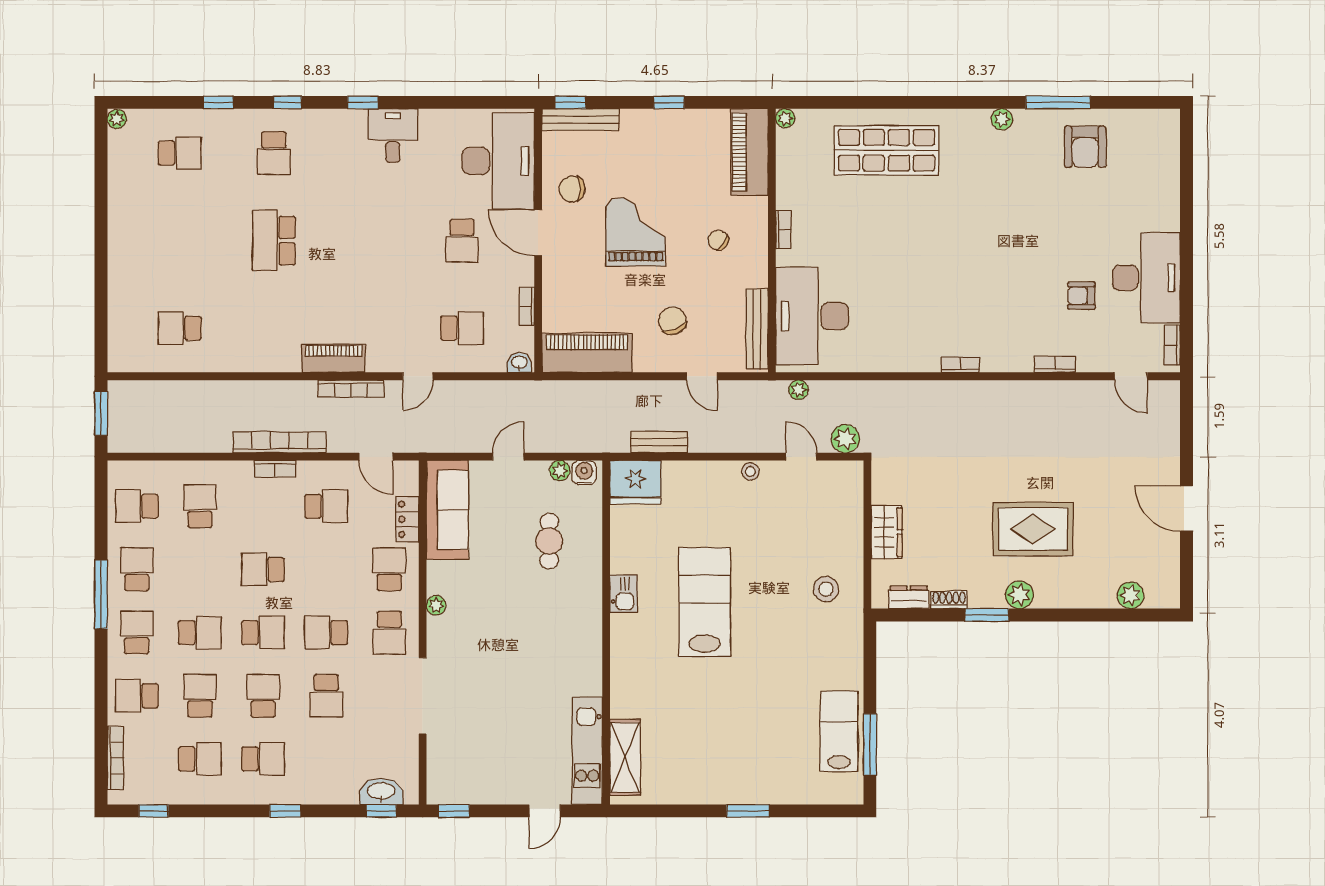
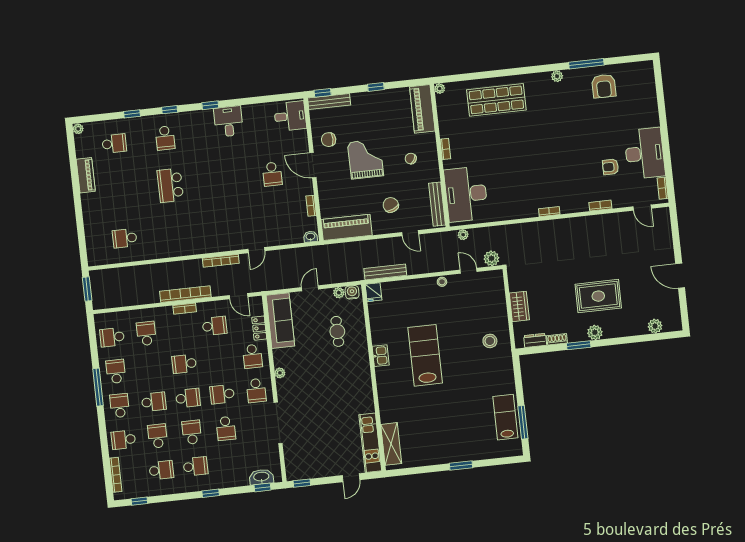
desk: (498, 161) -> (290, 116), width x0.53, depth x0.77
school desk: (462, 328) -> (277, 221), removed
piano: (333, 358) -> (86, 175), moved, turned 90
bench: (659, 442) -> (385, 272), width x1.36
fridge: (635, 482) -> (374, 292), width x0.53, depth x0.75
school desk: (389, 569) -> (252, 356), turned 180

